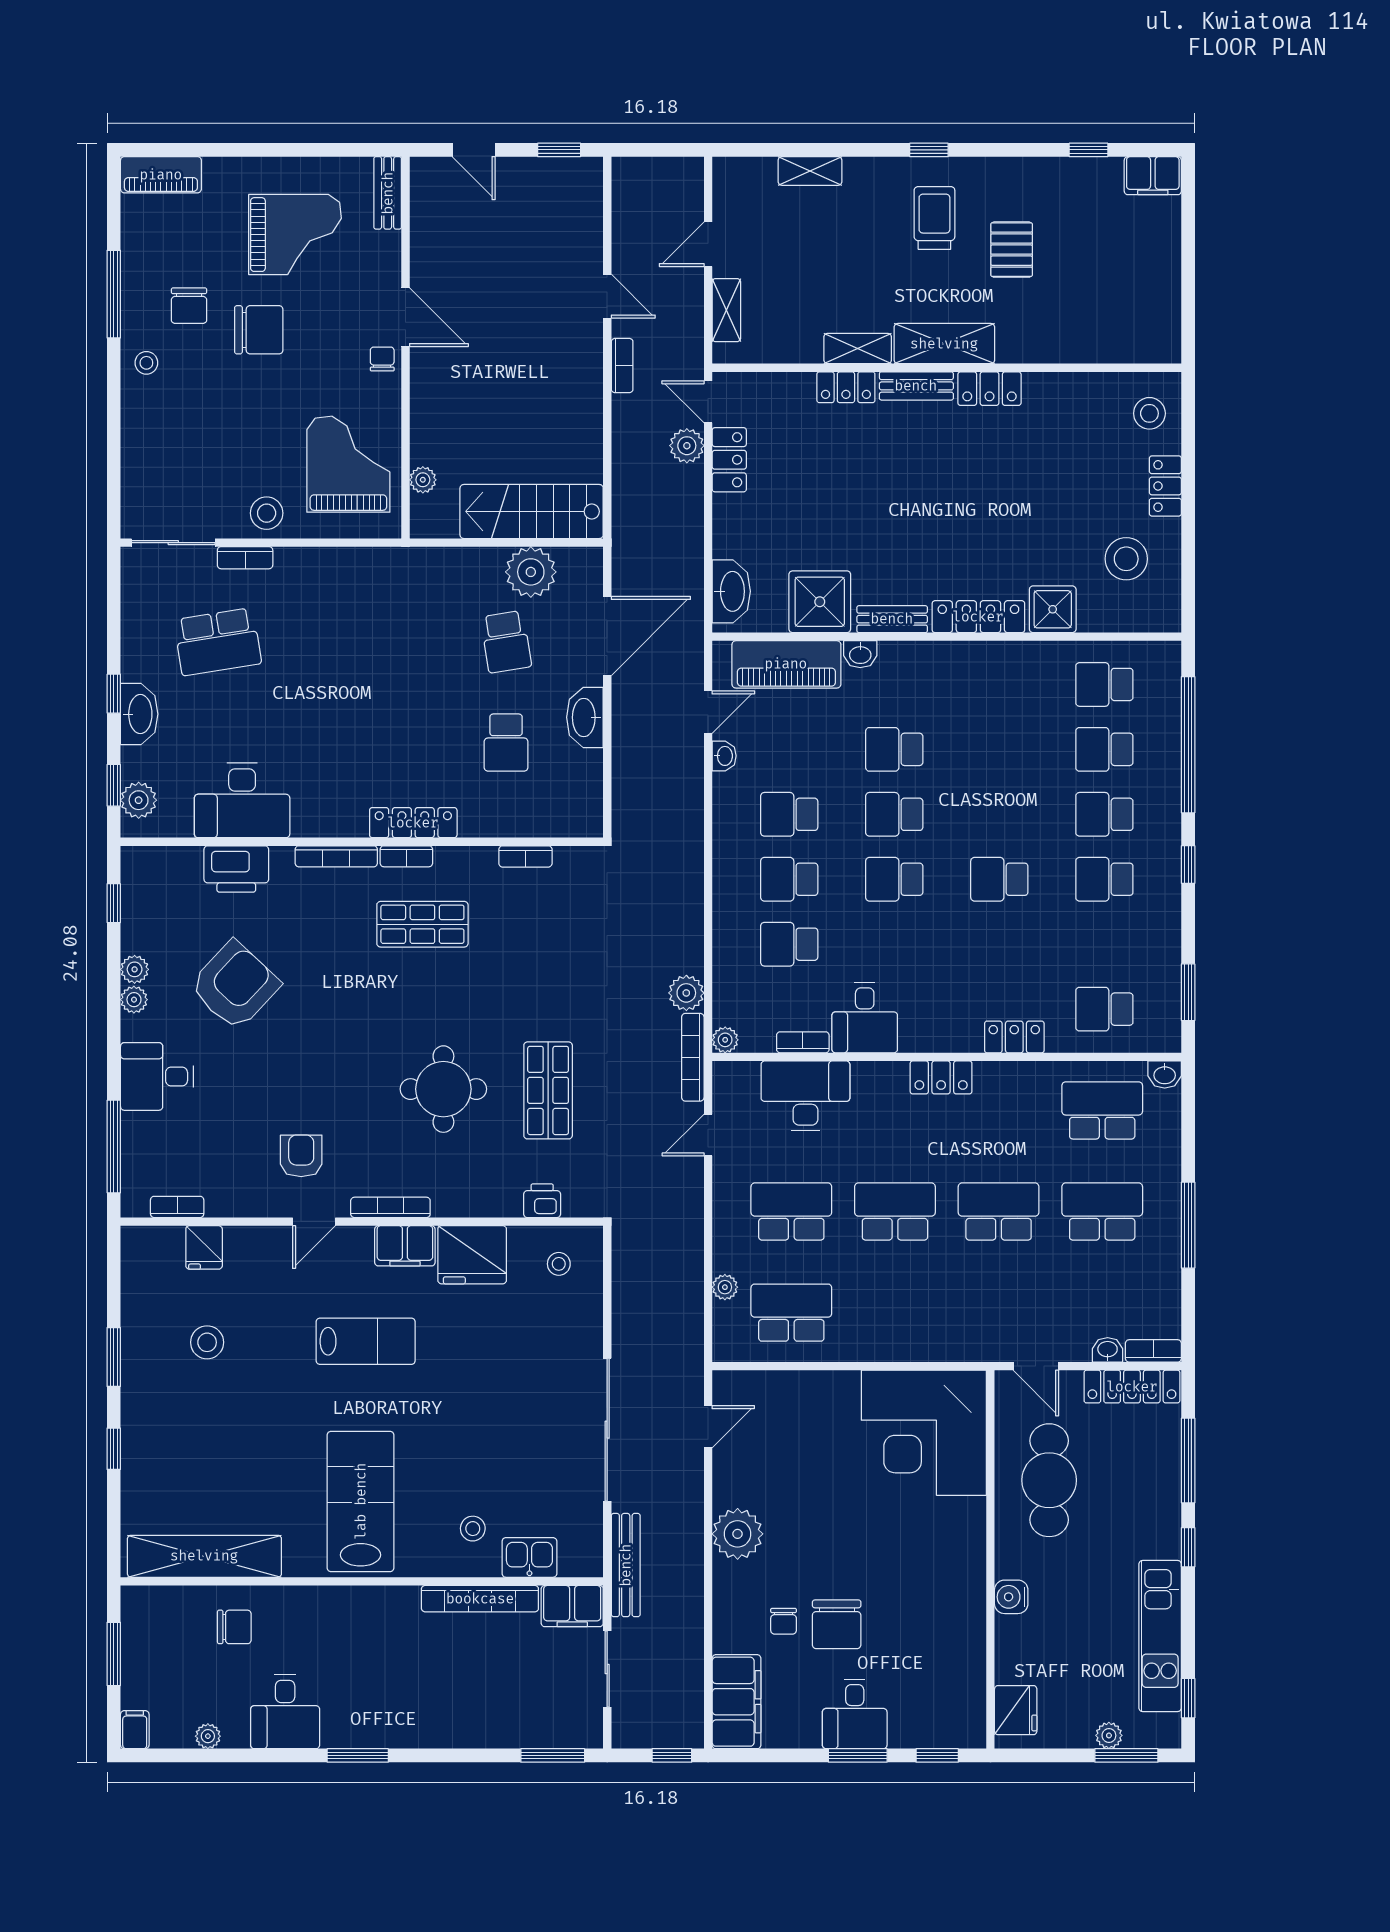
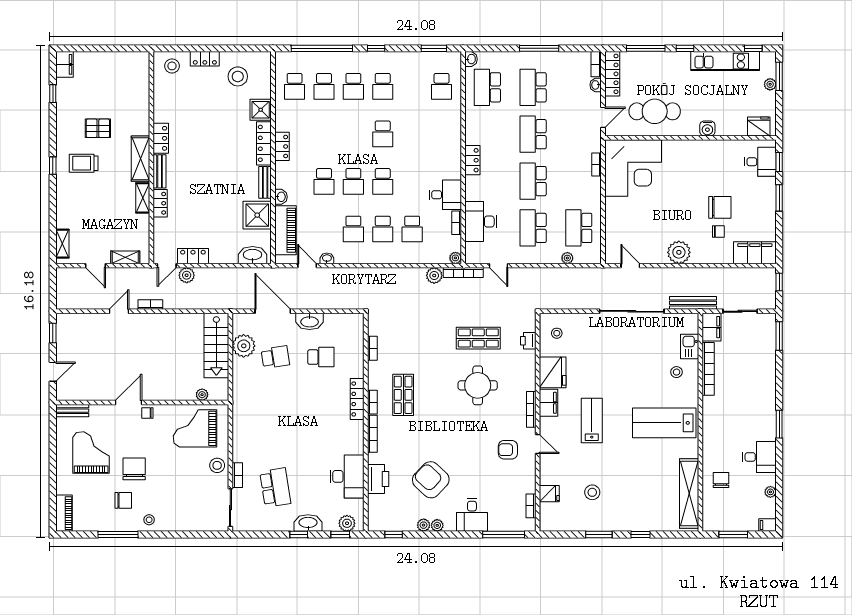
shelving: (810, 171) -> (62, 244), moved
locker: (1014, 1037) -> (282, 146), moved, turned 180
bookcase: (932, 1352) -> (597, 164), added
desk: (855, 1714) -> (760, 162), moved

